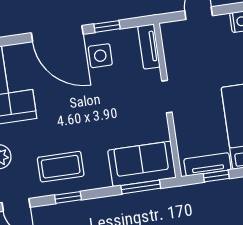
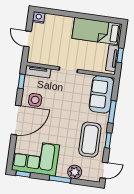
window: (107, 26) -> (21, 81), moved
coffee table: (61, 167) -> (90, 140), width x1.36, depth x1.32
window: (141, 187) -> (112, 112), moved

